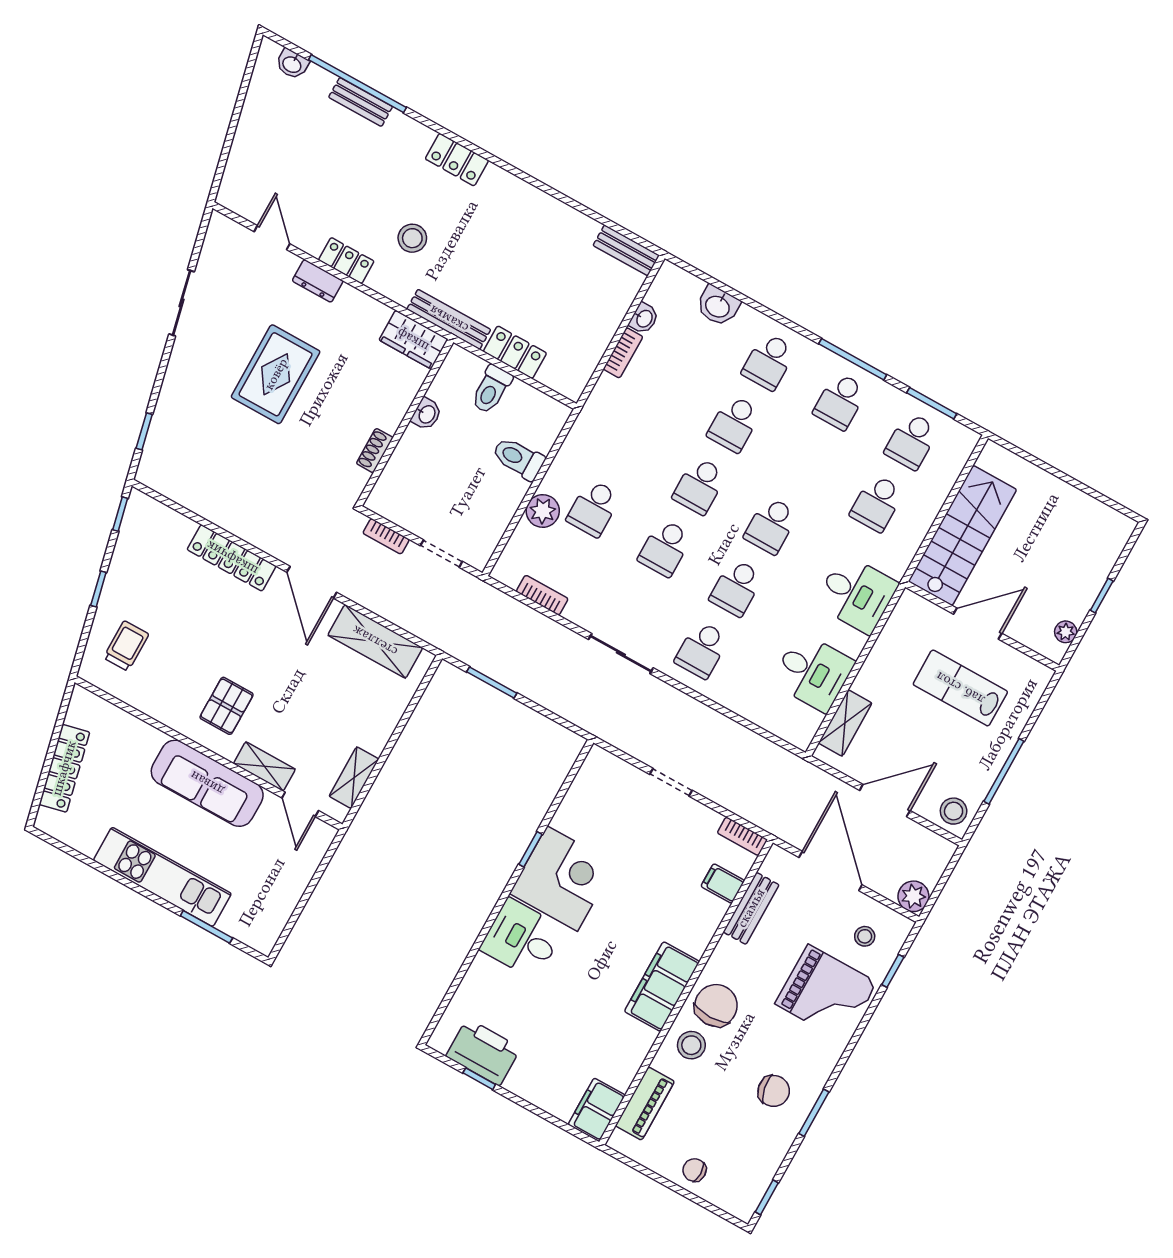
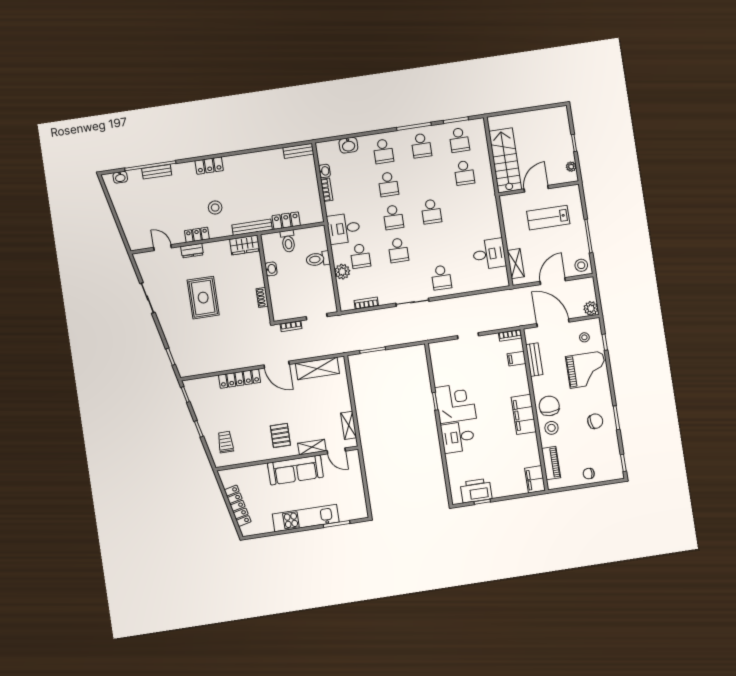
school desk: (736, 588) -> (436, 245), removed
desk: (856, 594) -> (344, 228), moved, turned 180

